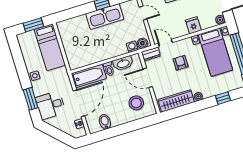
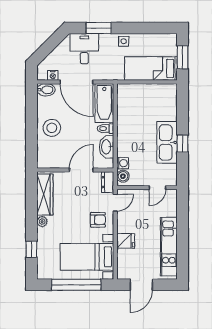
plant: (220, 20) -> (122, 274), removed
armchair: (181, 63) -> (98, 220), moved
stool: (136, 103) -> (52, 128), moved
bidet: (105, 122) -> (46, 90), moved

